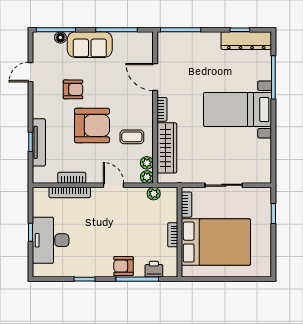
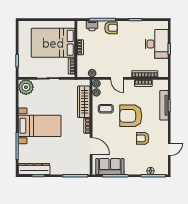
sofa: (90, 45) -> (110, 166), moved
plant: (259, 171) -> (26, 87), added

